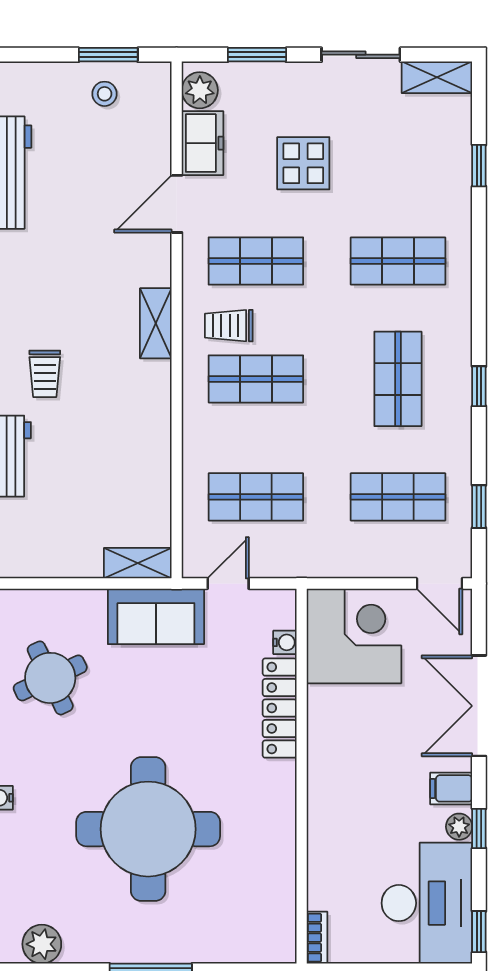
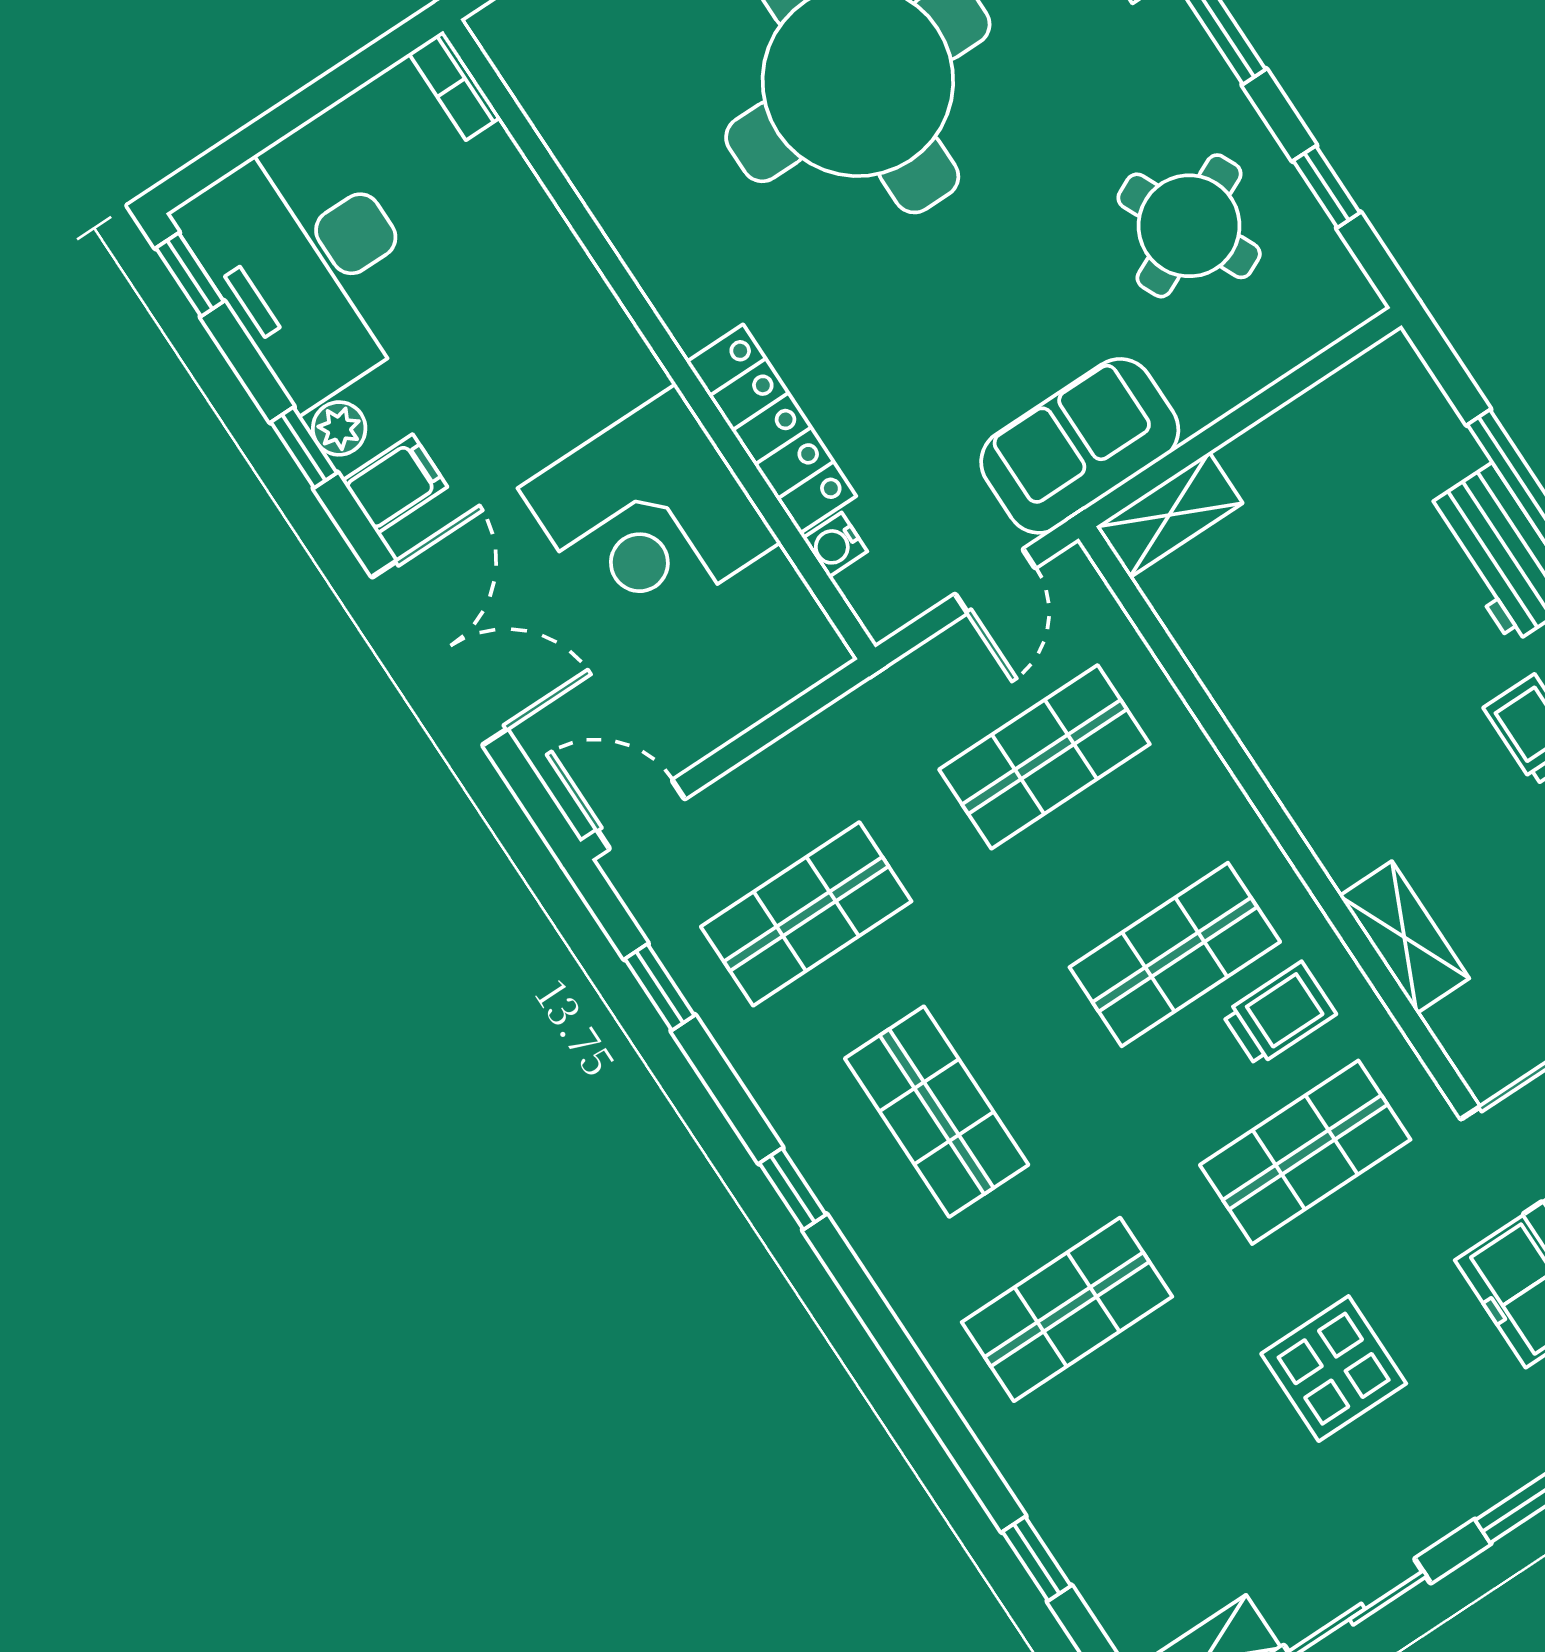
corner desk: (354, 636) -> (649, 515), moved

